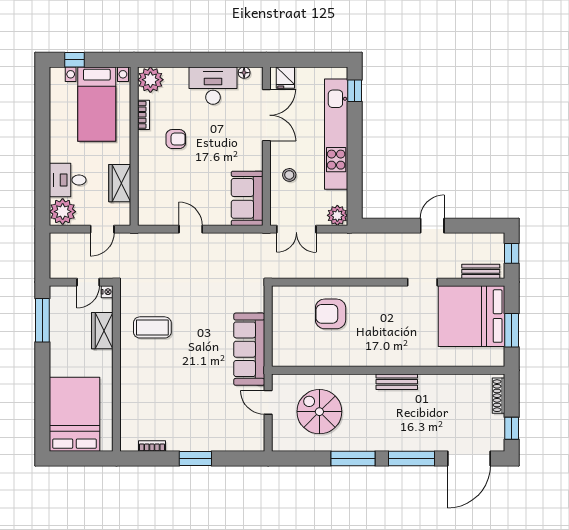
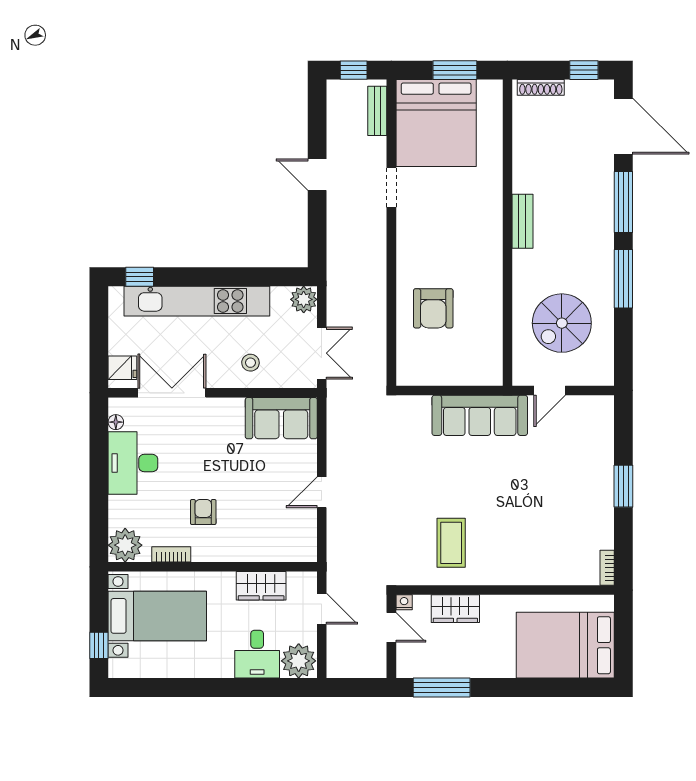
bookcase: (152, 446) -> (607, 568), moved

